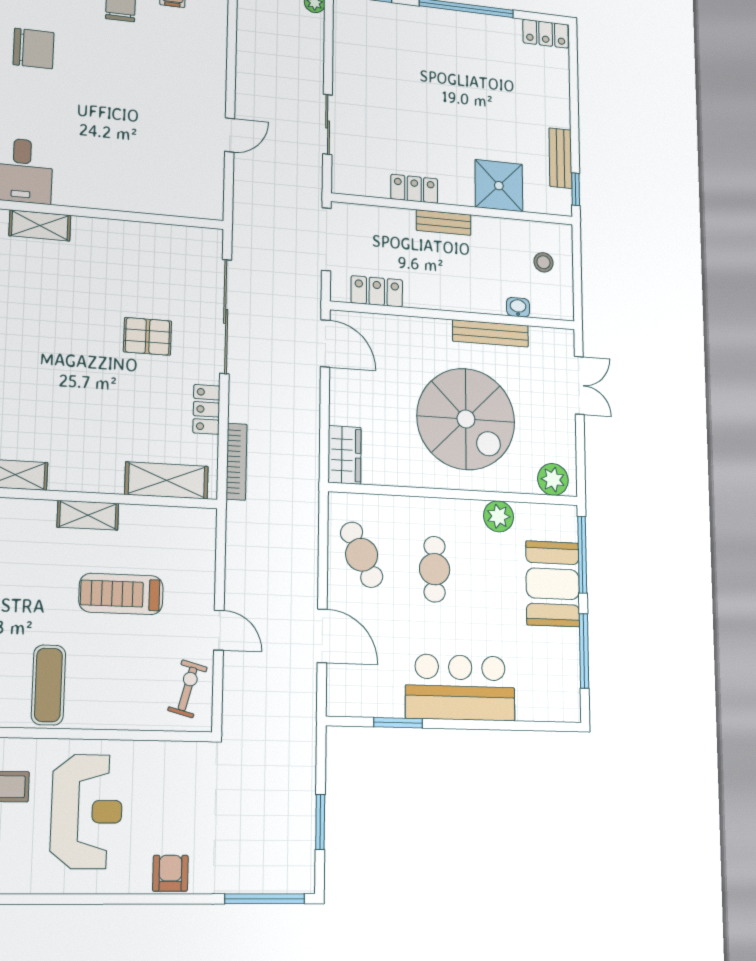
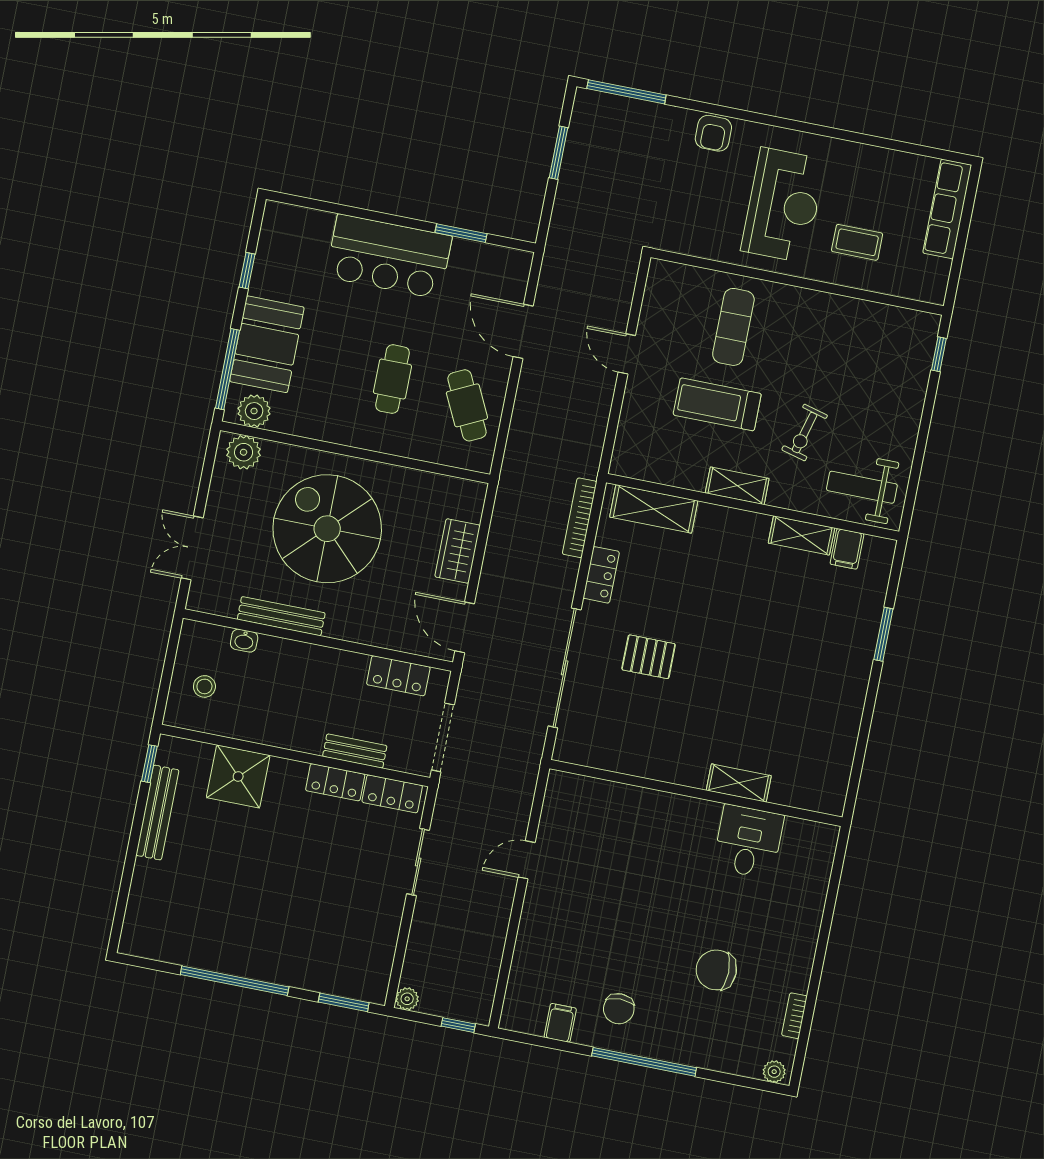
locker: (546, 34) -> (392, 794), moved, turned 180
bench: (560, 158) -> (157, 813), width x1.36
bench: (444, 223) -> (355, 751), moved
wardrobe: (345, 455) -> (457, 551), moved
plant: (498, 516) -> (254, 411), moved
treadmill: (121, 594) -> (717, 404), turned 180
window: (584, 651) -> (247, 271), width x0.46
exercise mat: (48, 685) -> (733, 327), moved
exercise bike: (187, 689) -> (805, 433), moved
reception desk: (87, 811) -> (783, 205), turned 180

